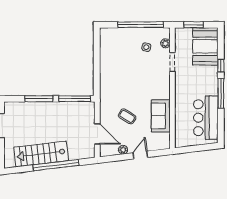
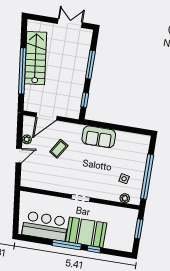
booth: (205, 46) -> (86, 232), moved
doorway: (172, 62) -> (81, 198), moved
window: (75, 99) -> (85, 100), width x0.46
sofa: (161, 116) -> (99, 137), moved, turned 180
door: (140, 155) -> (19, 156), hinge flipped

